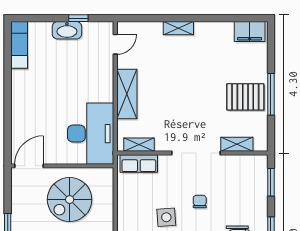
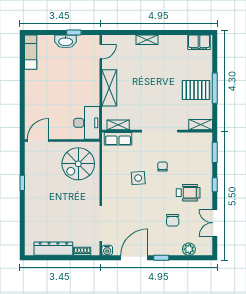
desk: (91, 134) -> (87, 123), width x0.73, depth x0.77
shelving: (237, 144) -> (201, 125), moved
spiral stairs: (70, 200) -> (78, 164), moved

